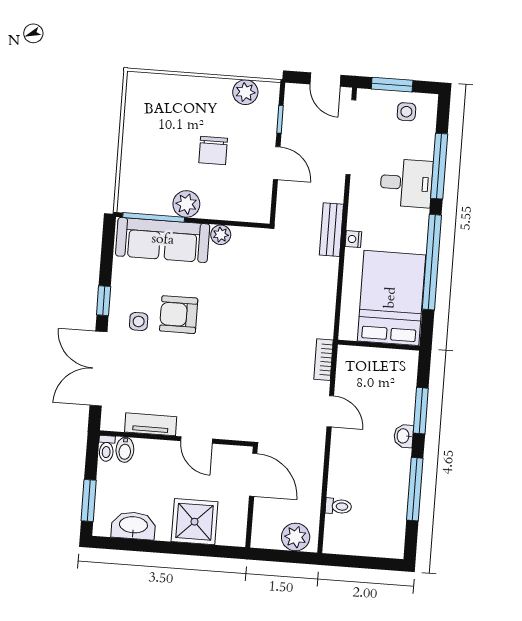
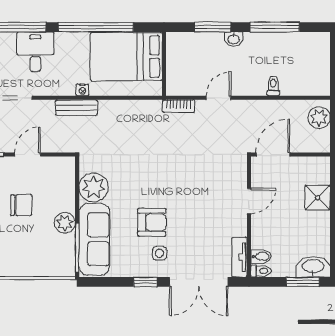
plant: (221, 235) -> (94, 187), width x1.87, depth x1.87
armchair: (179, 315) -> (152, 222), turned -90
tv unit: (151, 424) -> (239, 257), moved
toilet: (338, 506) -> (273, 86), moved
shower: (195, 522) -> (318, 198), width x0.73, depth x0.73
washbasin: (133, 526) -> (313, 267), moved, turned 90

